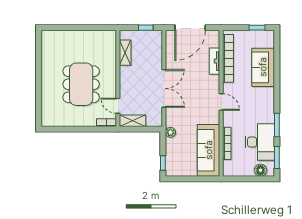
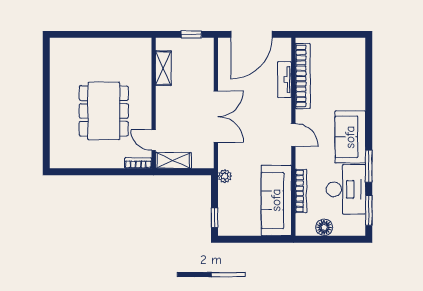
window: (257, 28) -> (342, 34), removed
sofa: (263, 67) -> (350, 137), moved
floor lamp: (260, 170) -> (324, 227), moved

